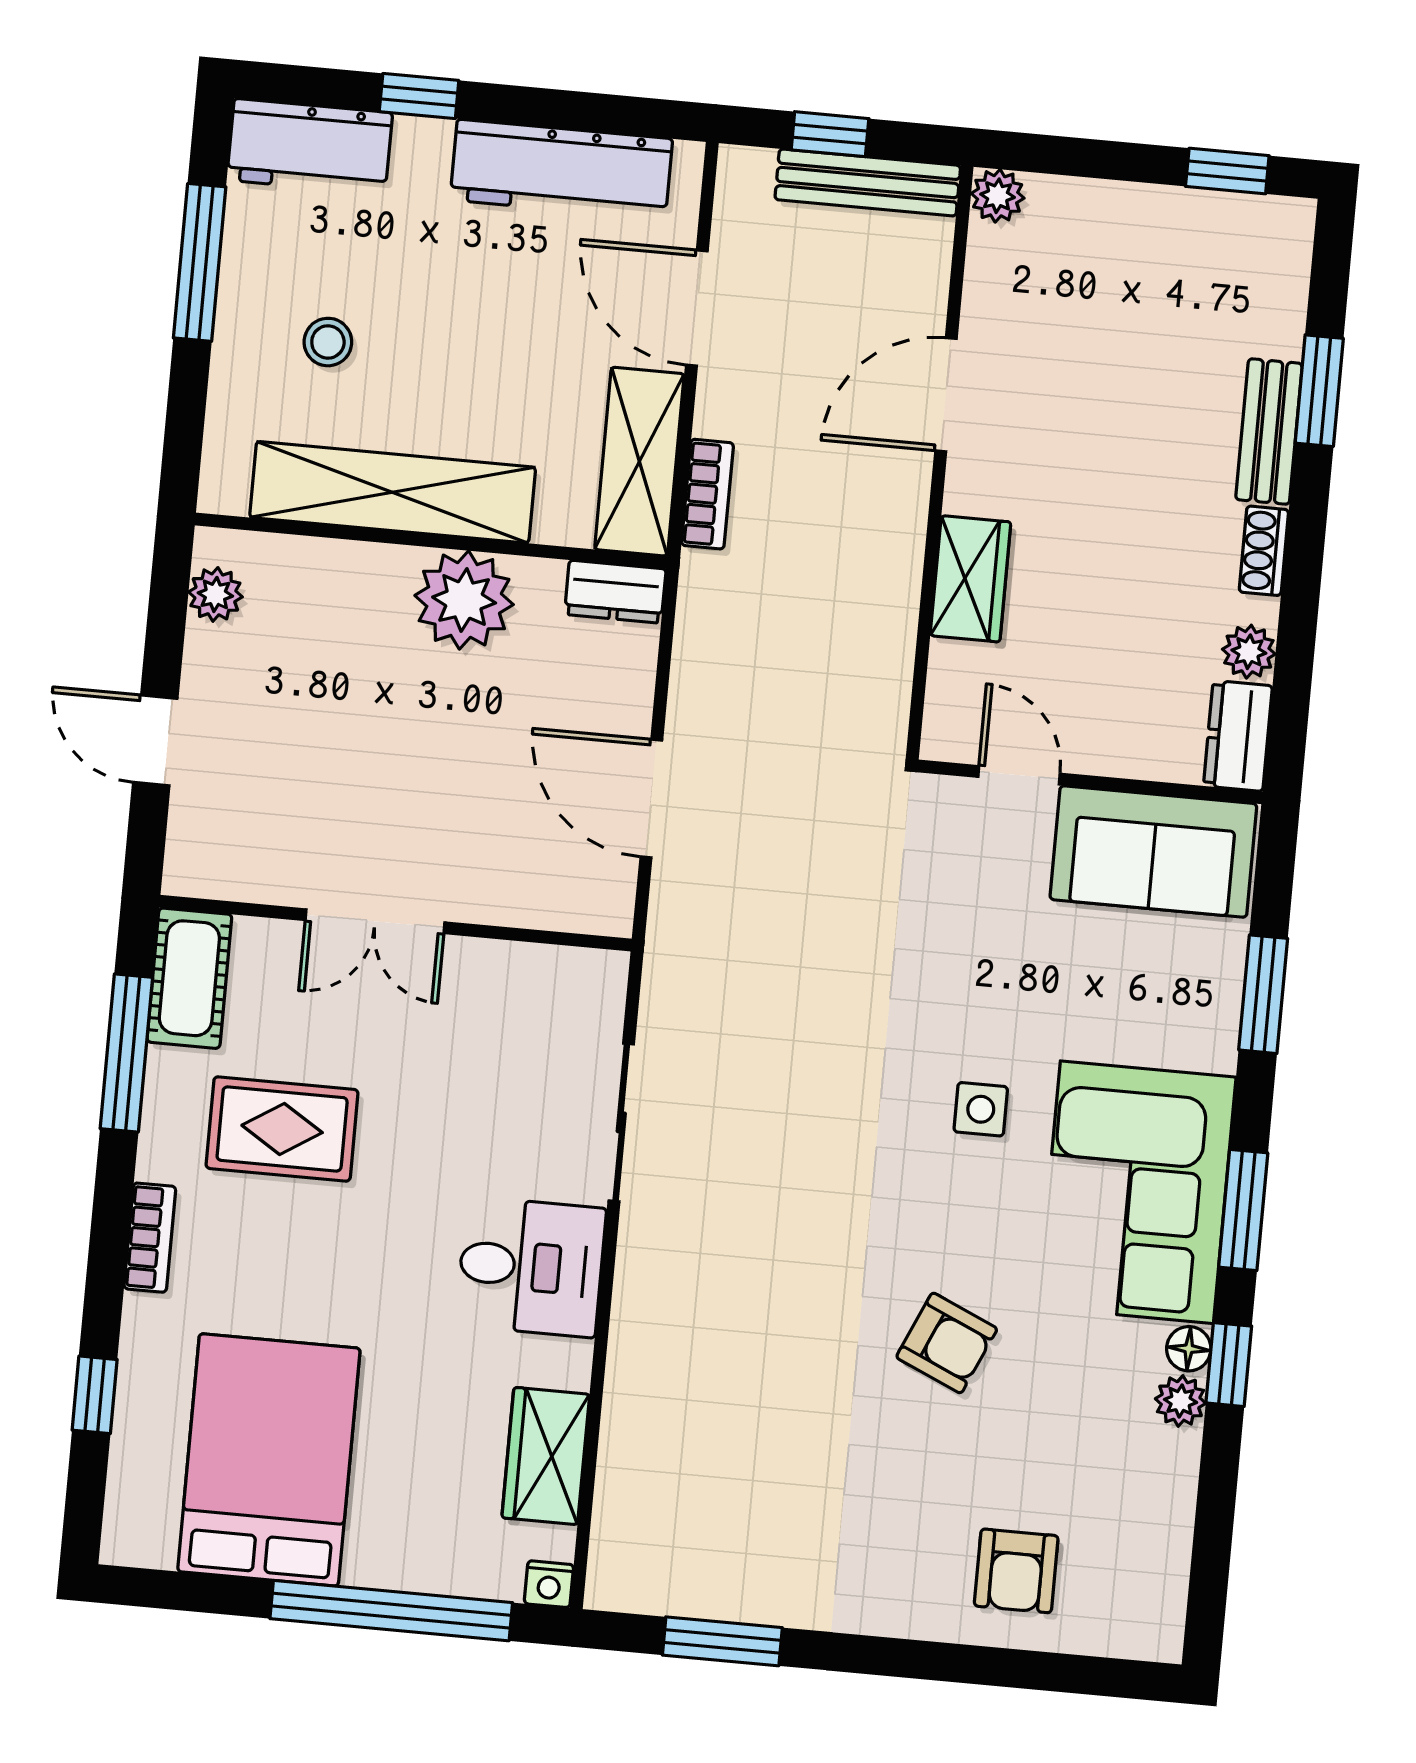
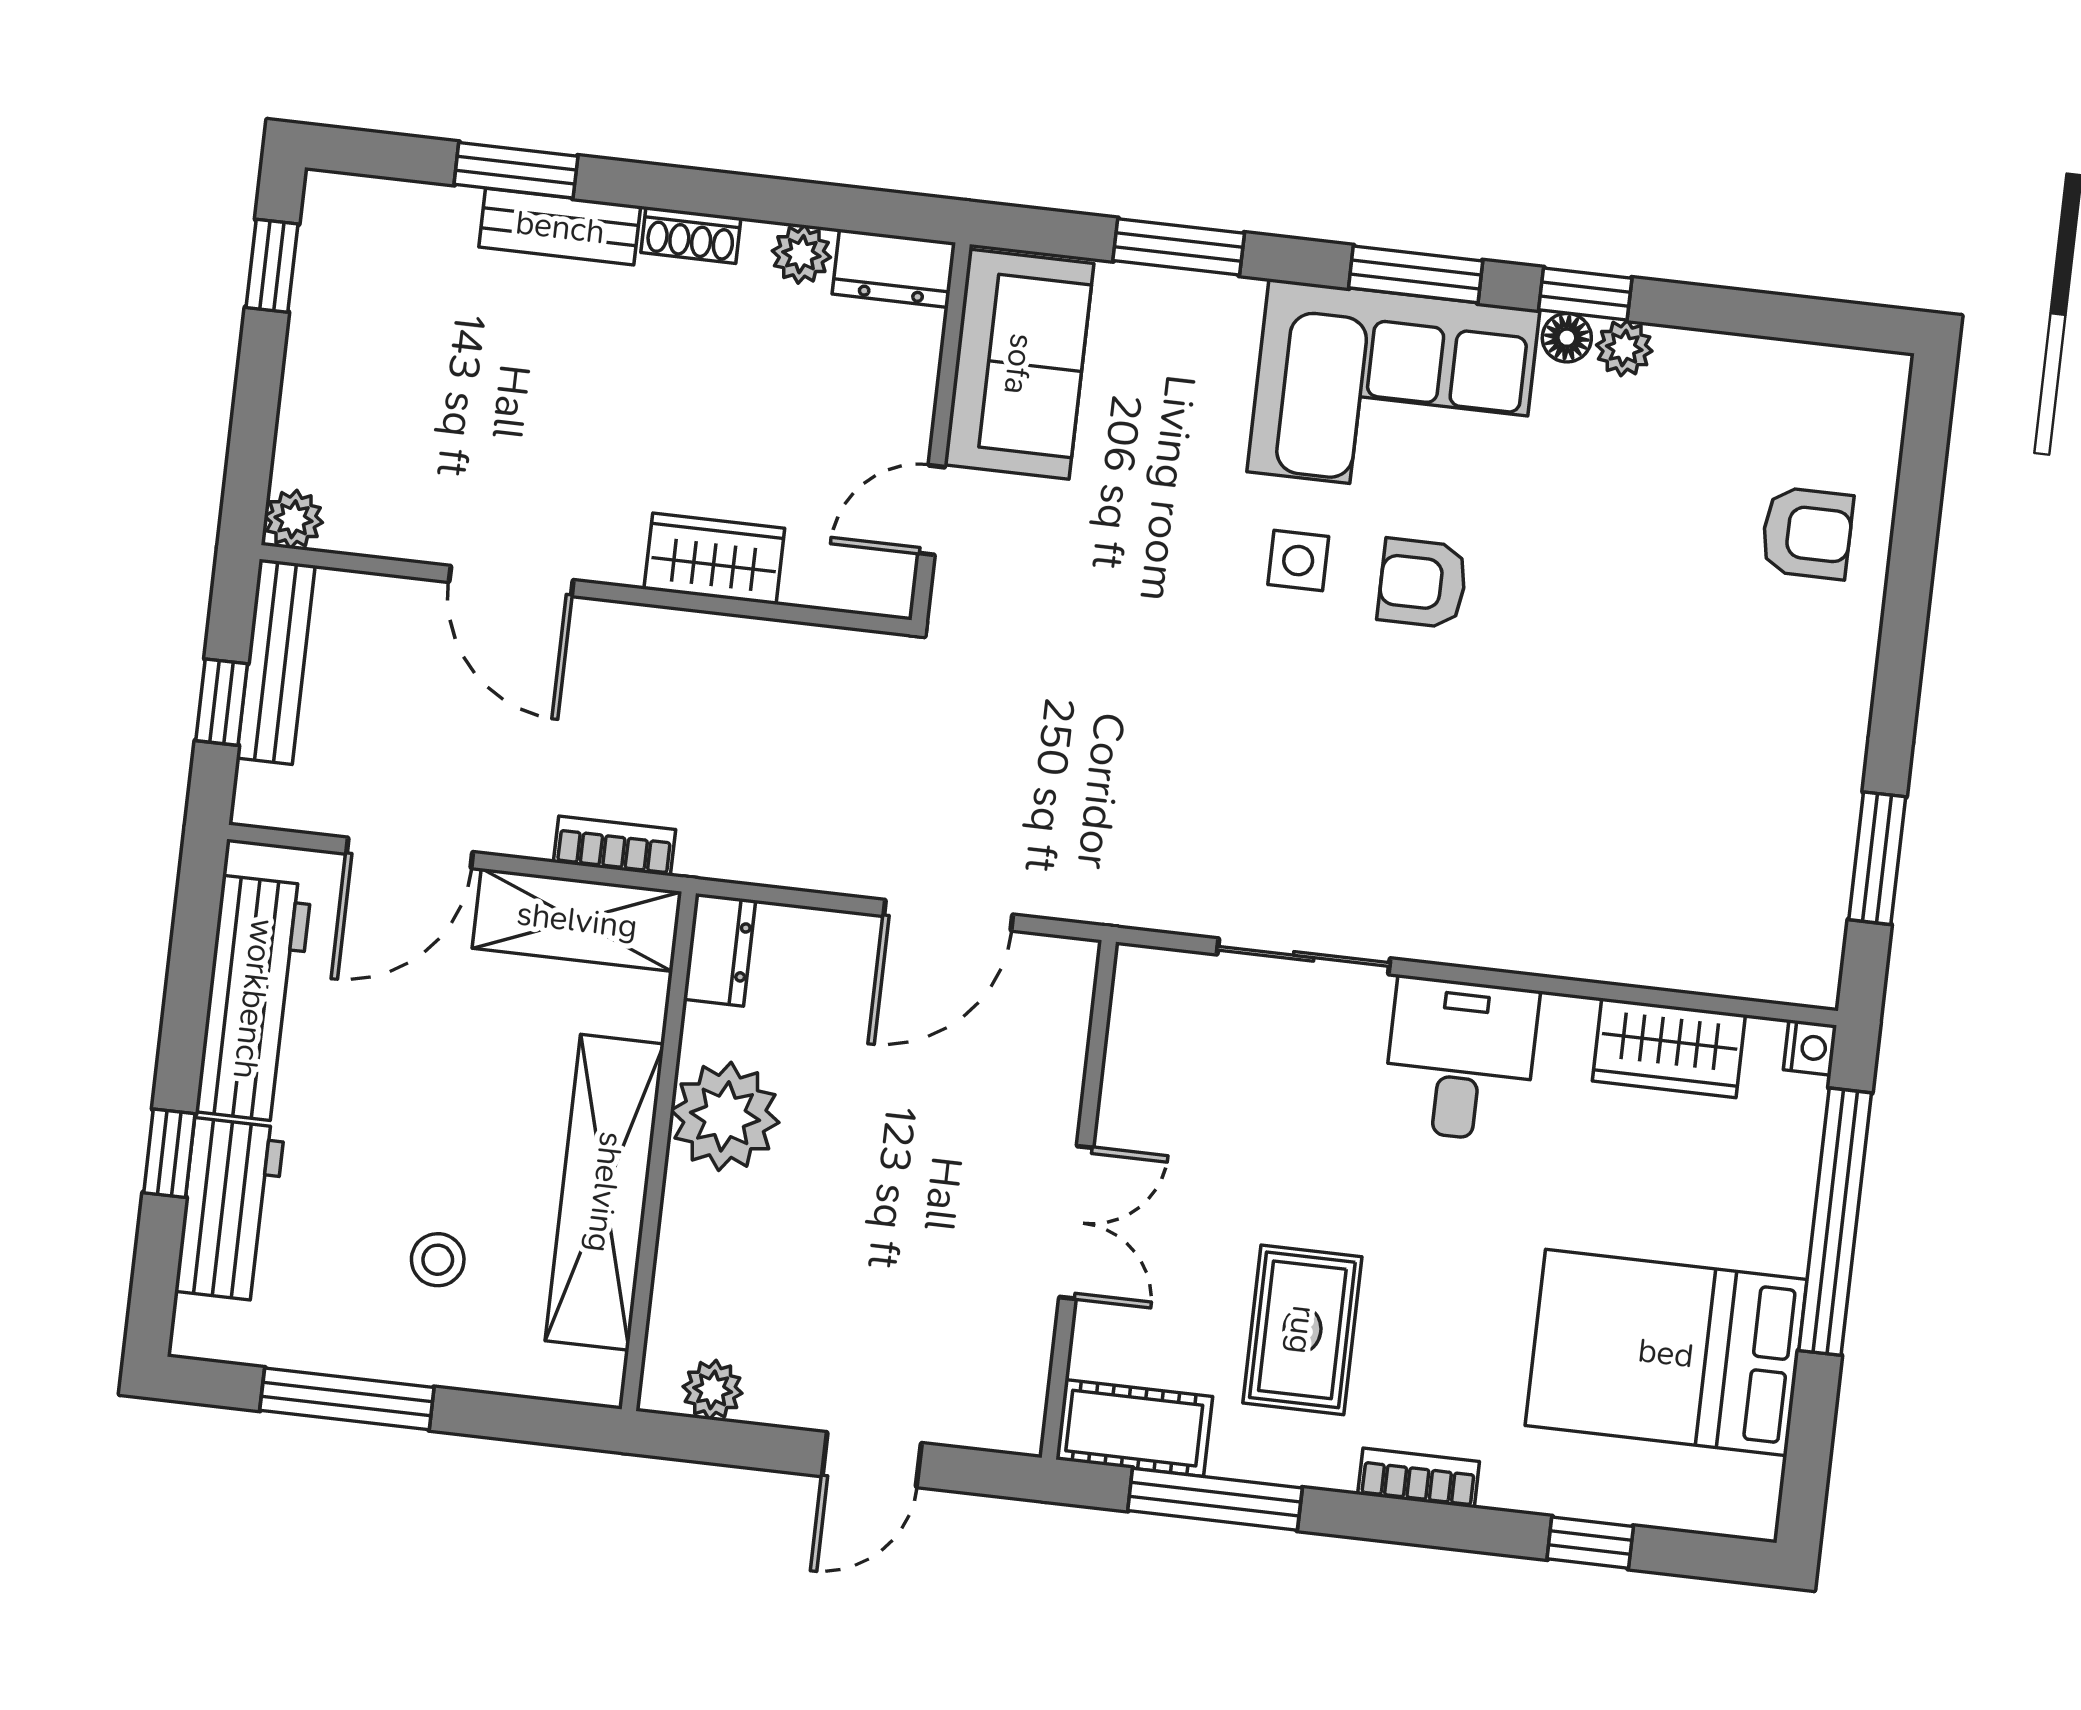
workbench: (310, 146) -> (230, 1210), moved
armchair: (947, 1343) -> (1423, 583), moved, turned -114

